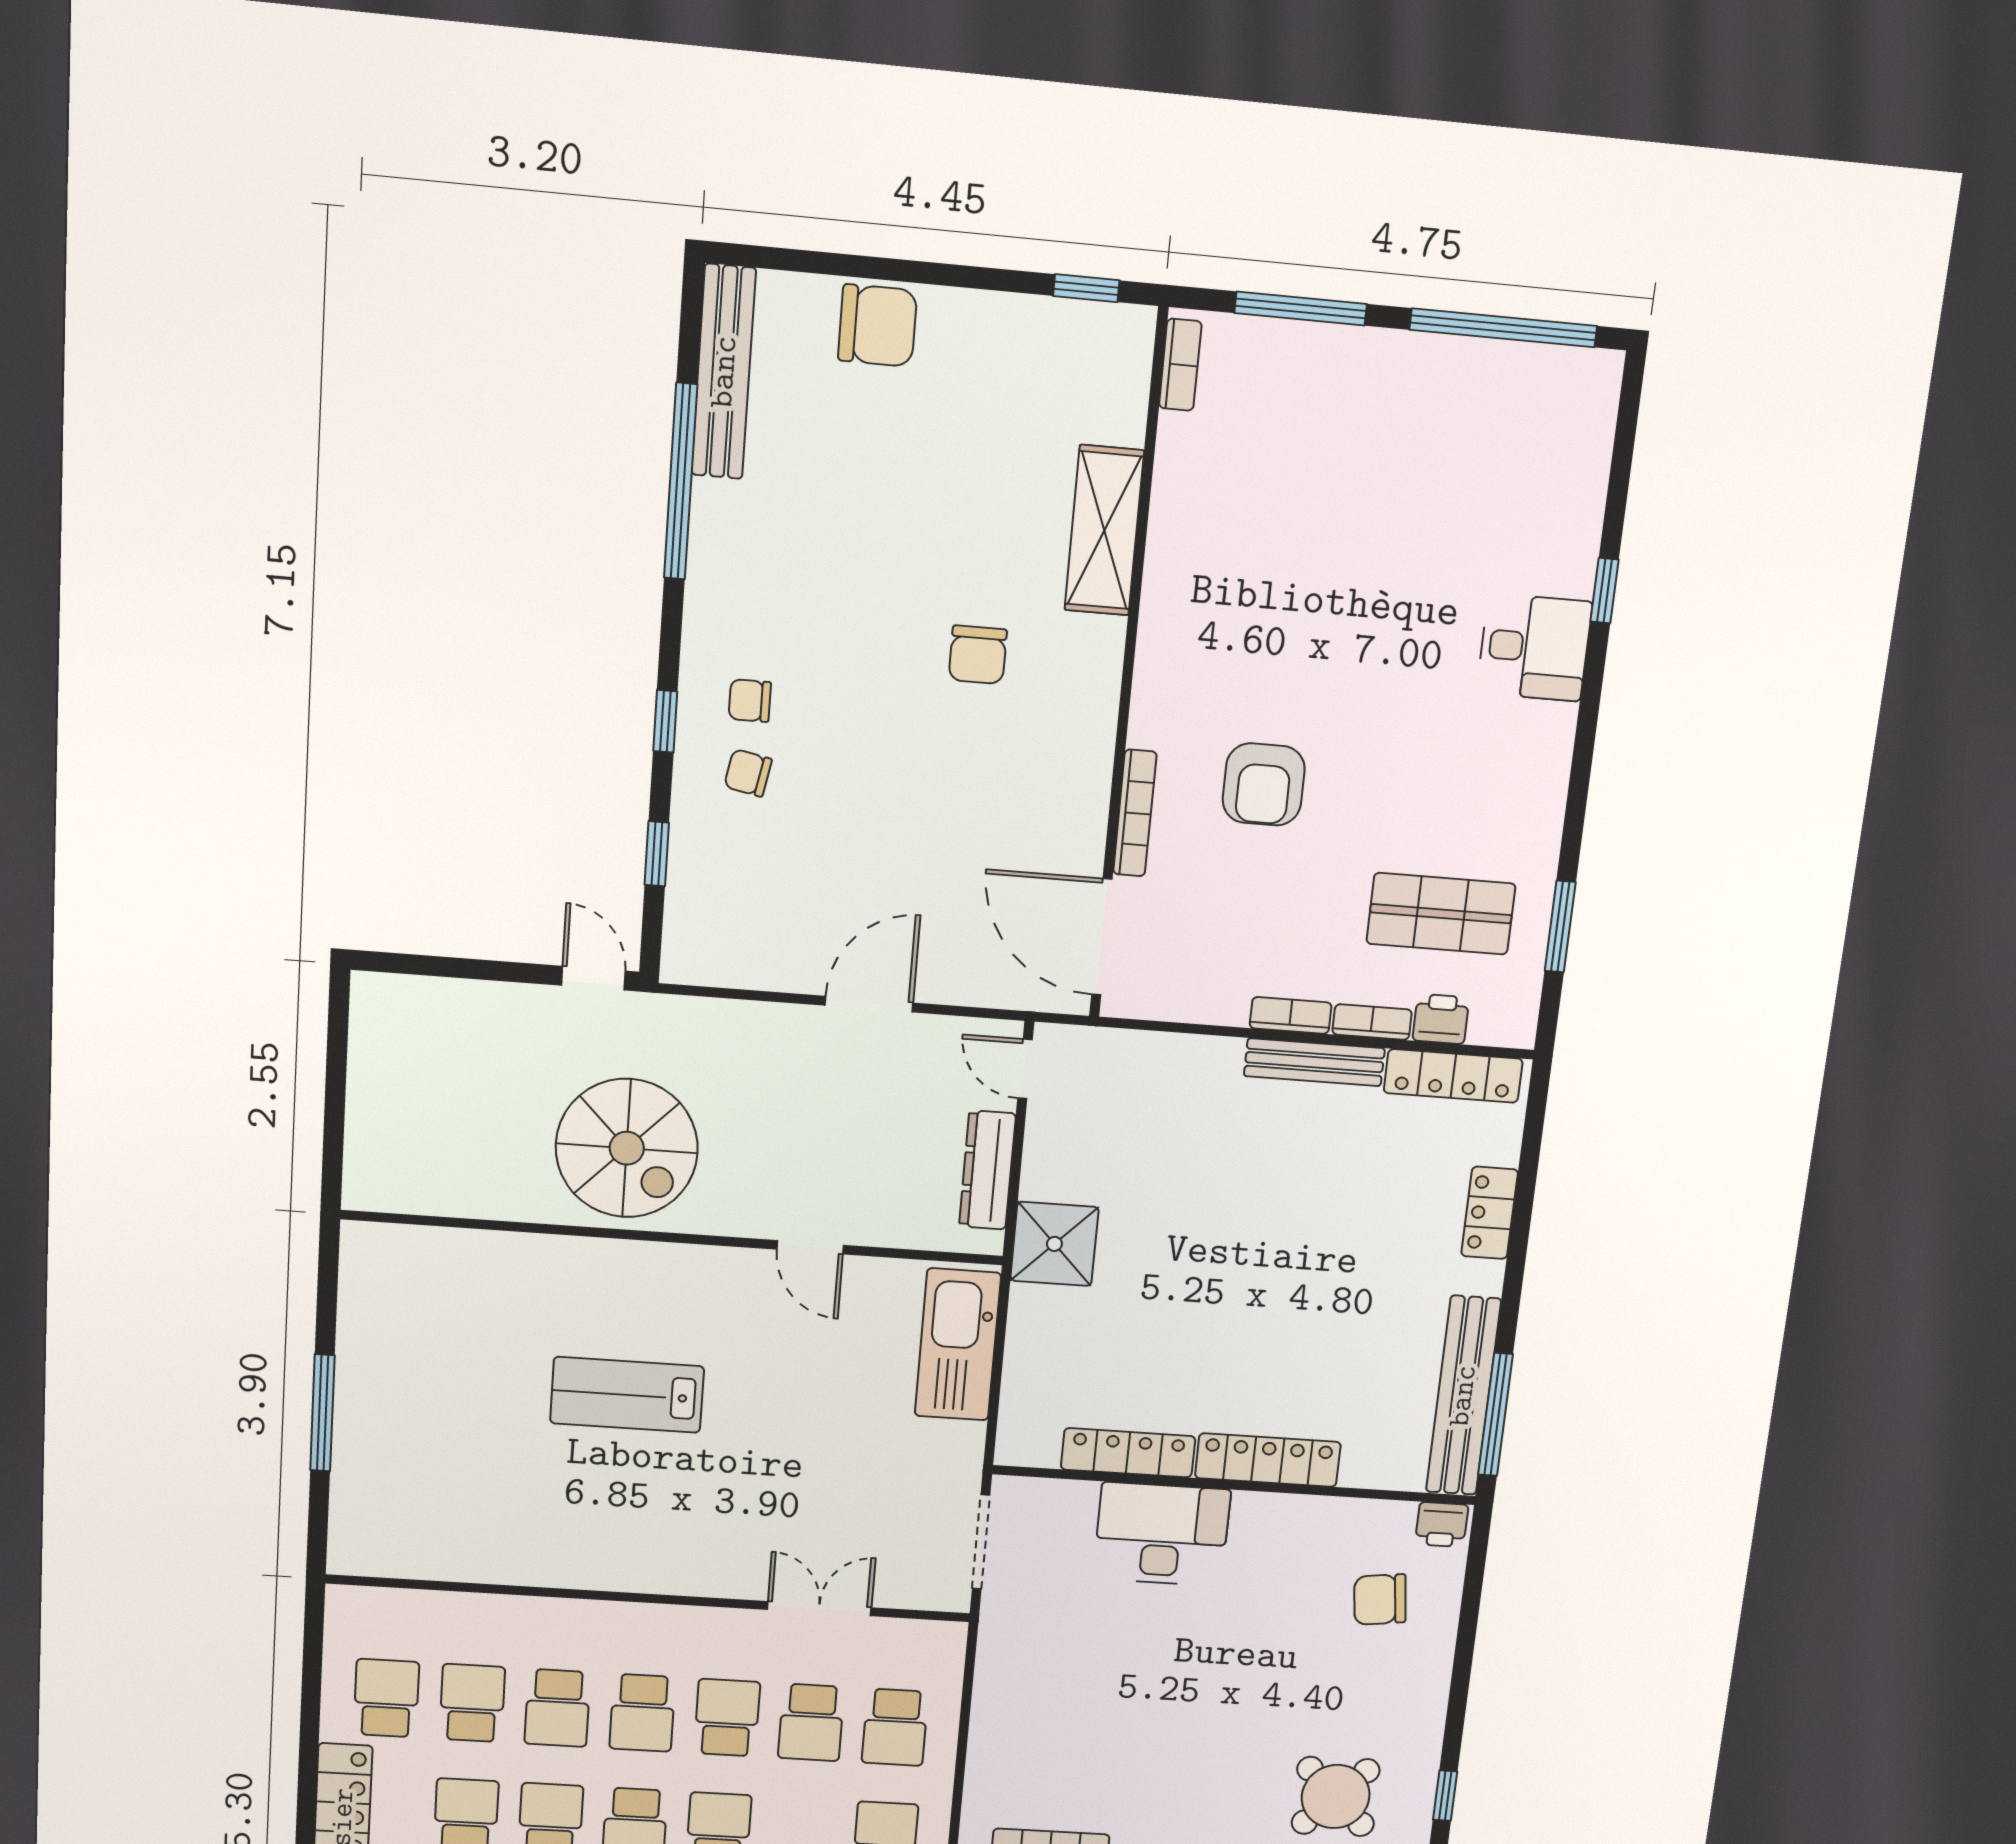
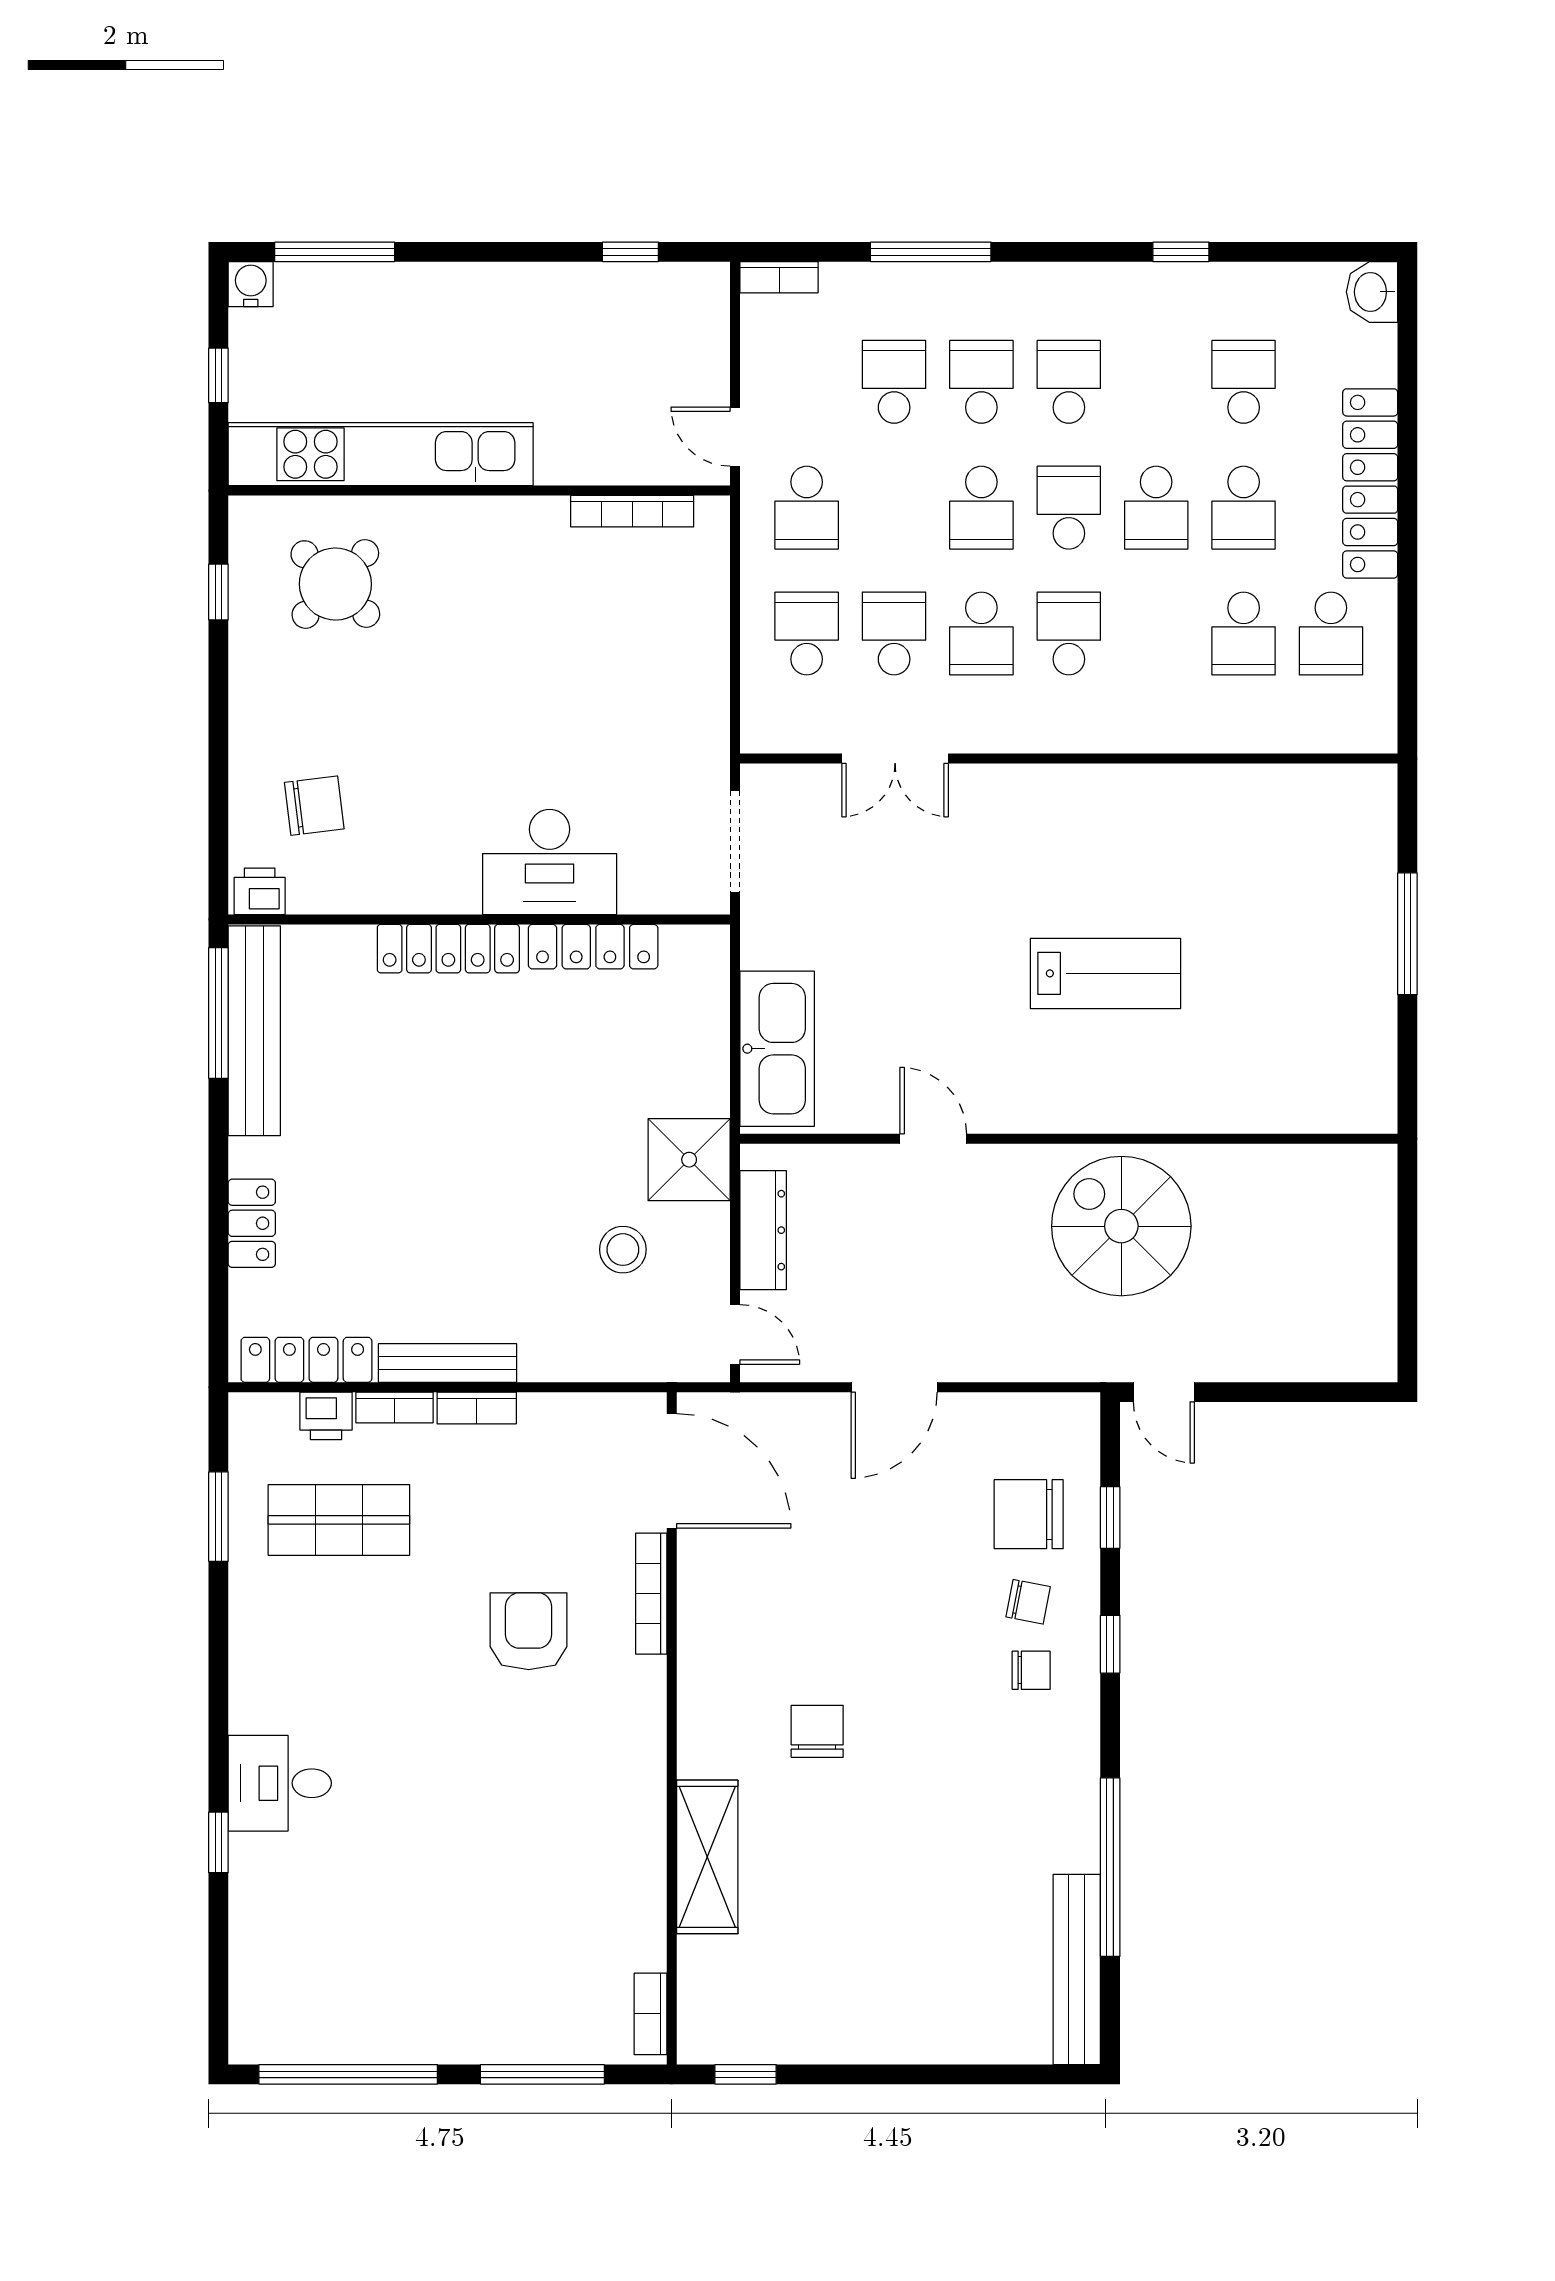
chair: (878, 326) -> (1029, 1514), moved
stool: (1129, 1161) -> (623, 1250), added
school desk: (557, 1708) -> (1156, 634), removed

